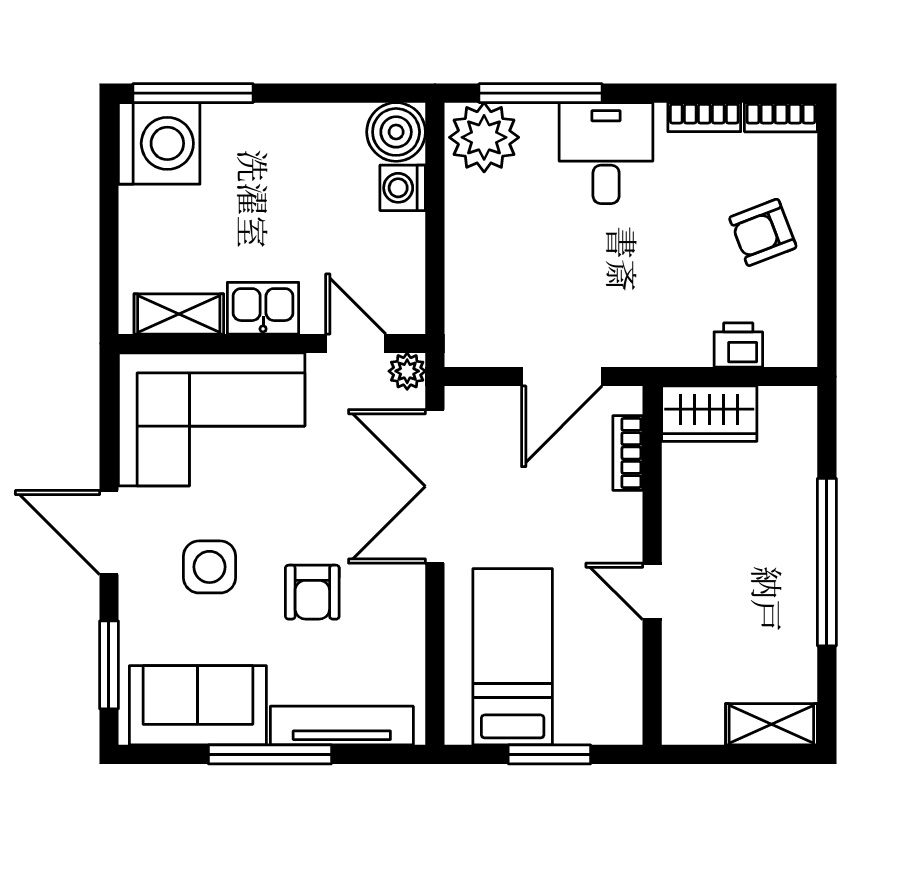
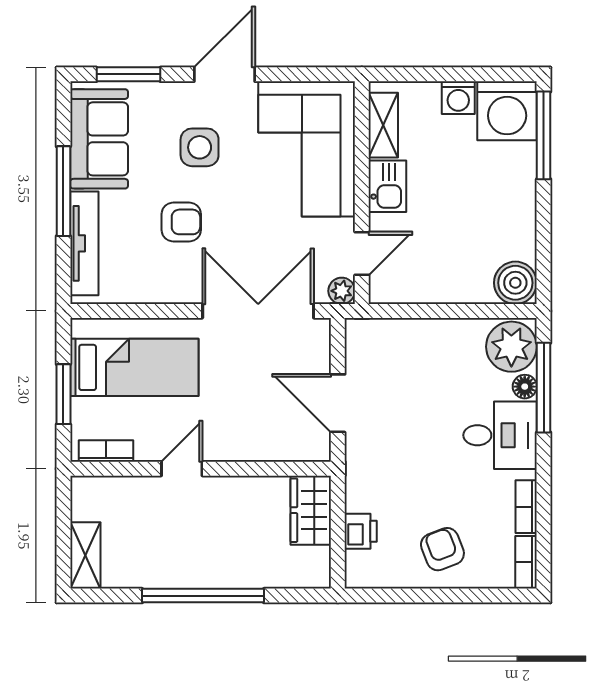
floor lamp: (539, 119) -> (525, 387), added
washing machine: (403, 188) -> (458, 98), moved, turned 180
bookcase: (628, 453) -> (106, 451), moved
armchair: (312, 592) -> (181, 222), turned 180

